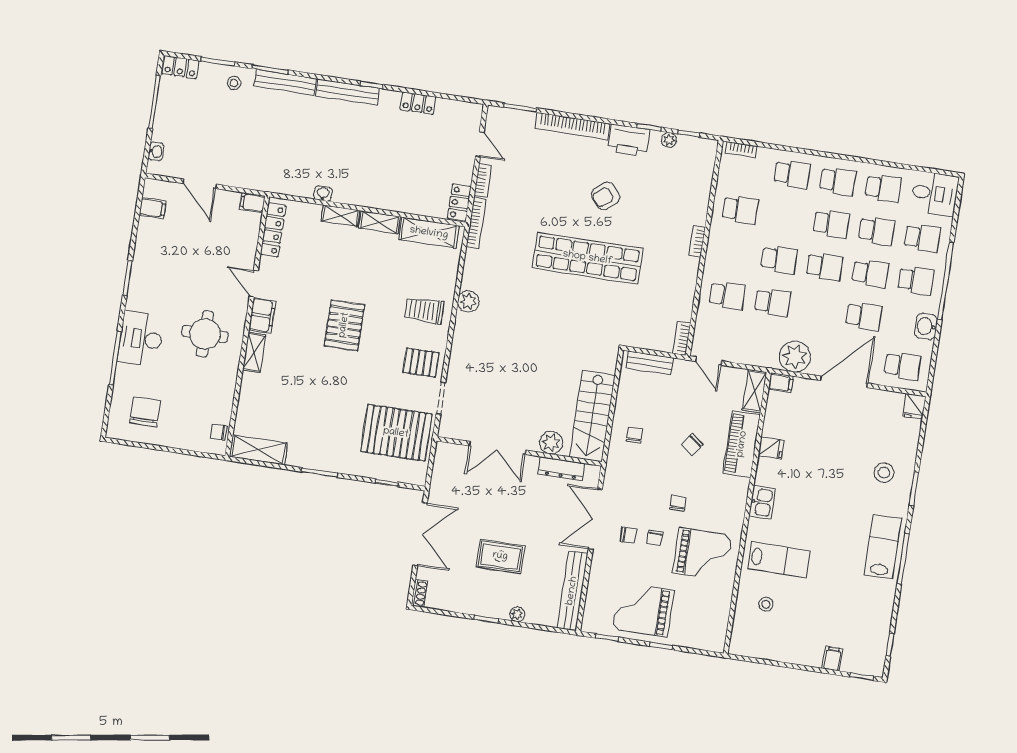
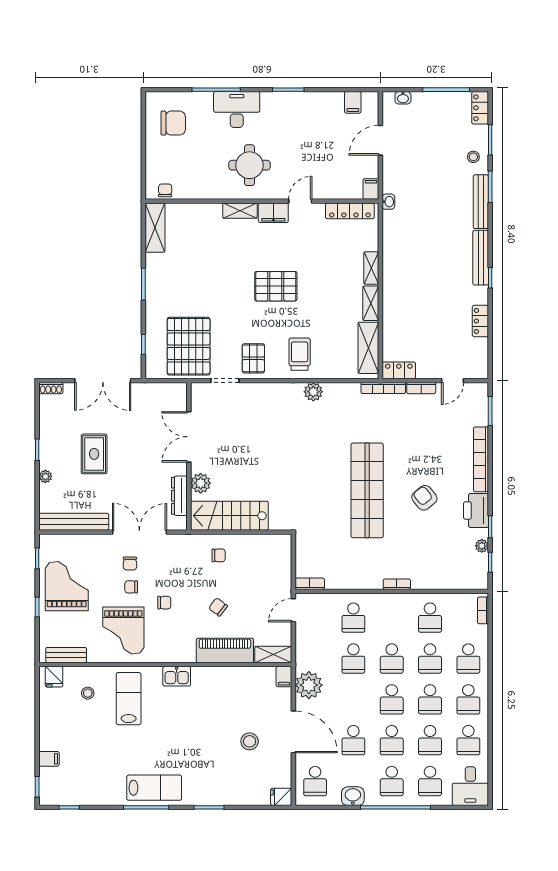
washbasin: (323, 194) -> (388, 202), moved
school desk: (786, 217) -> (430, 658), added
bench: (650, 363) -> (66, 655), moved, turned 90
fridge: (771, 448) -> (54, 677), moved
stool: (884, 473) -> (250, 741), moved
lab bench: (779, 560) -> (129, 699), turned 180

